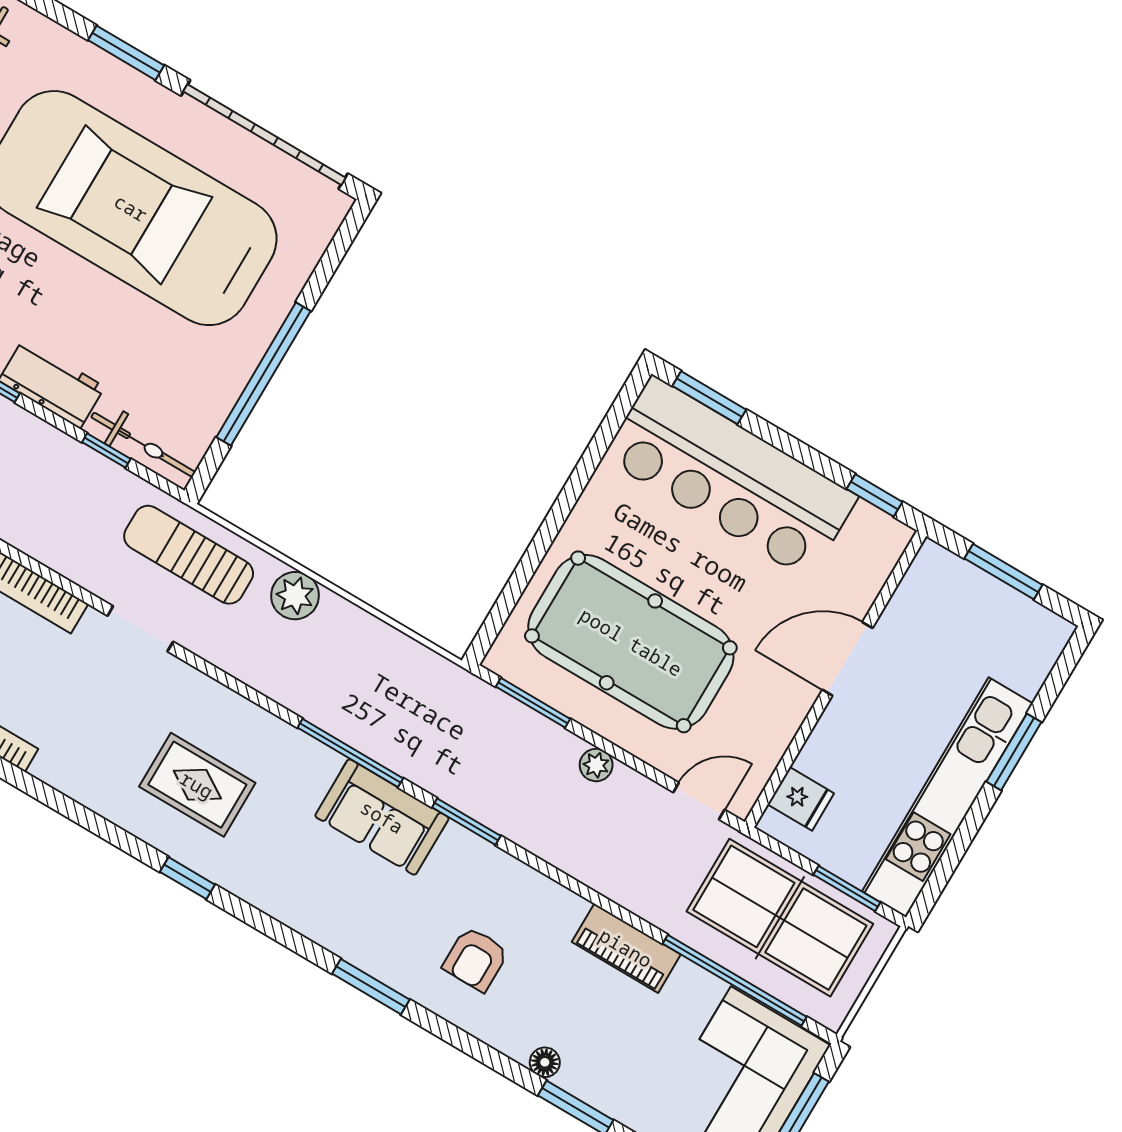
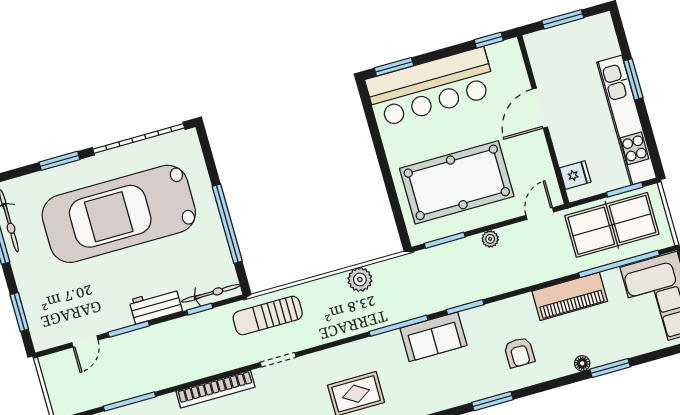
plant: (295, 596) -> (360, 279), moved
piano: (626, 948) -> (570, 296), width x1.37, depth x1.33

